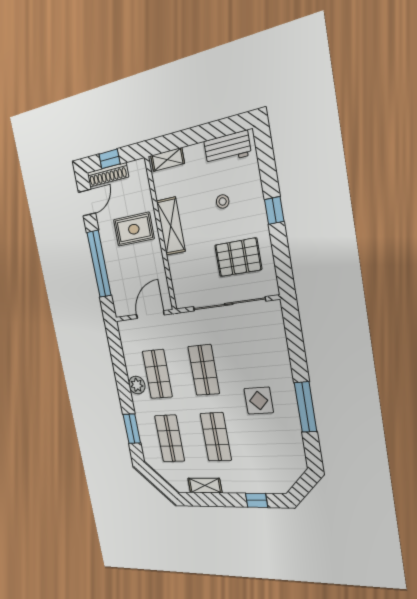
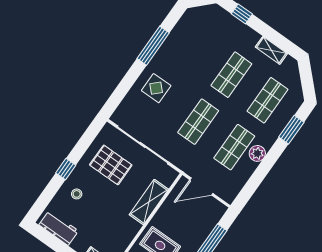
stool: (223, 201) -> (77, 194), moved
shelving: (171, 226) -> (149, 202), moved
display table: (259, 401) -> (156, 88), moved

